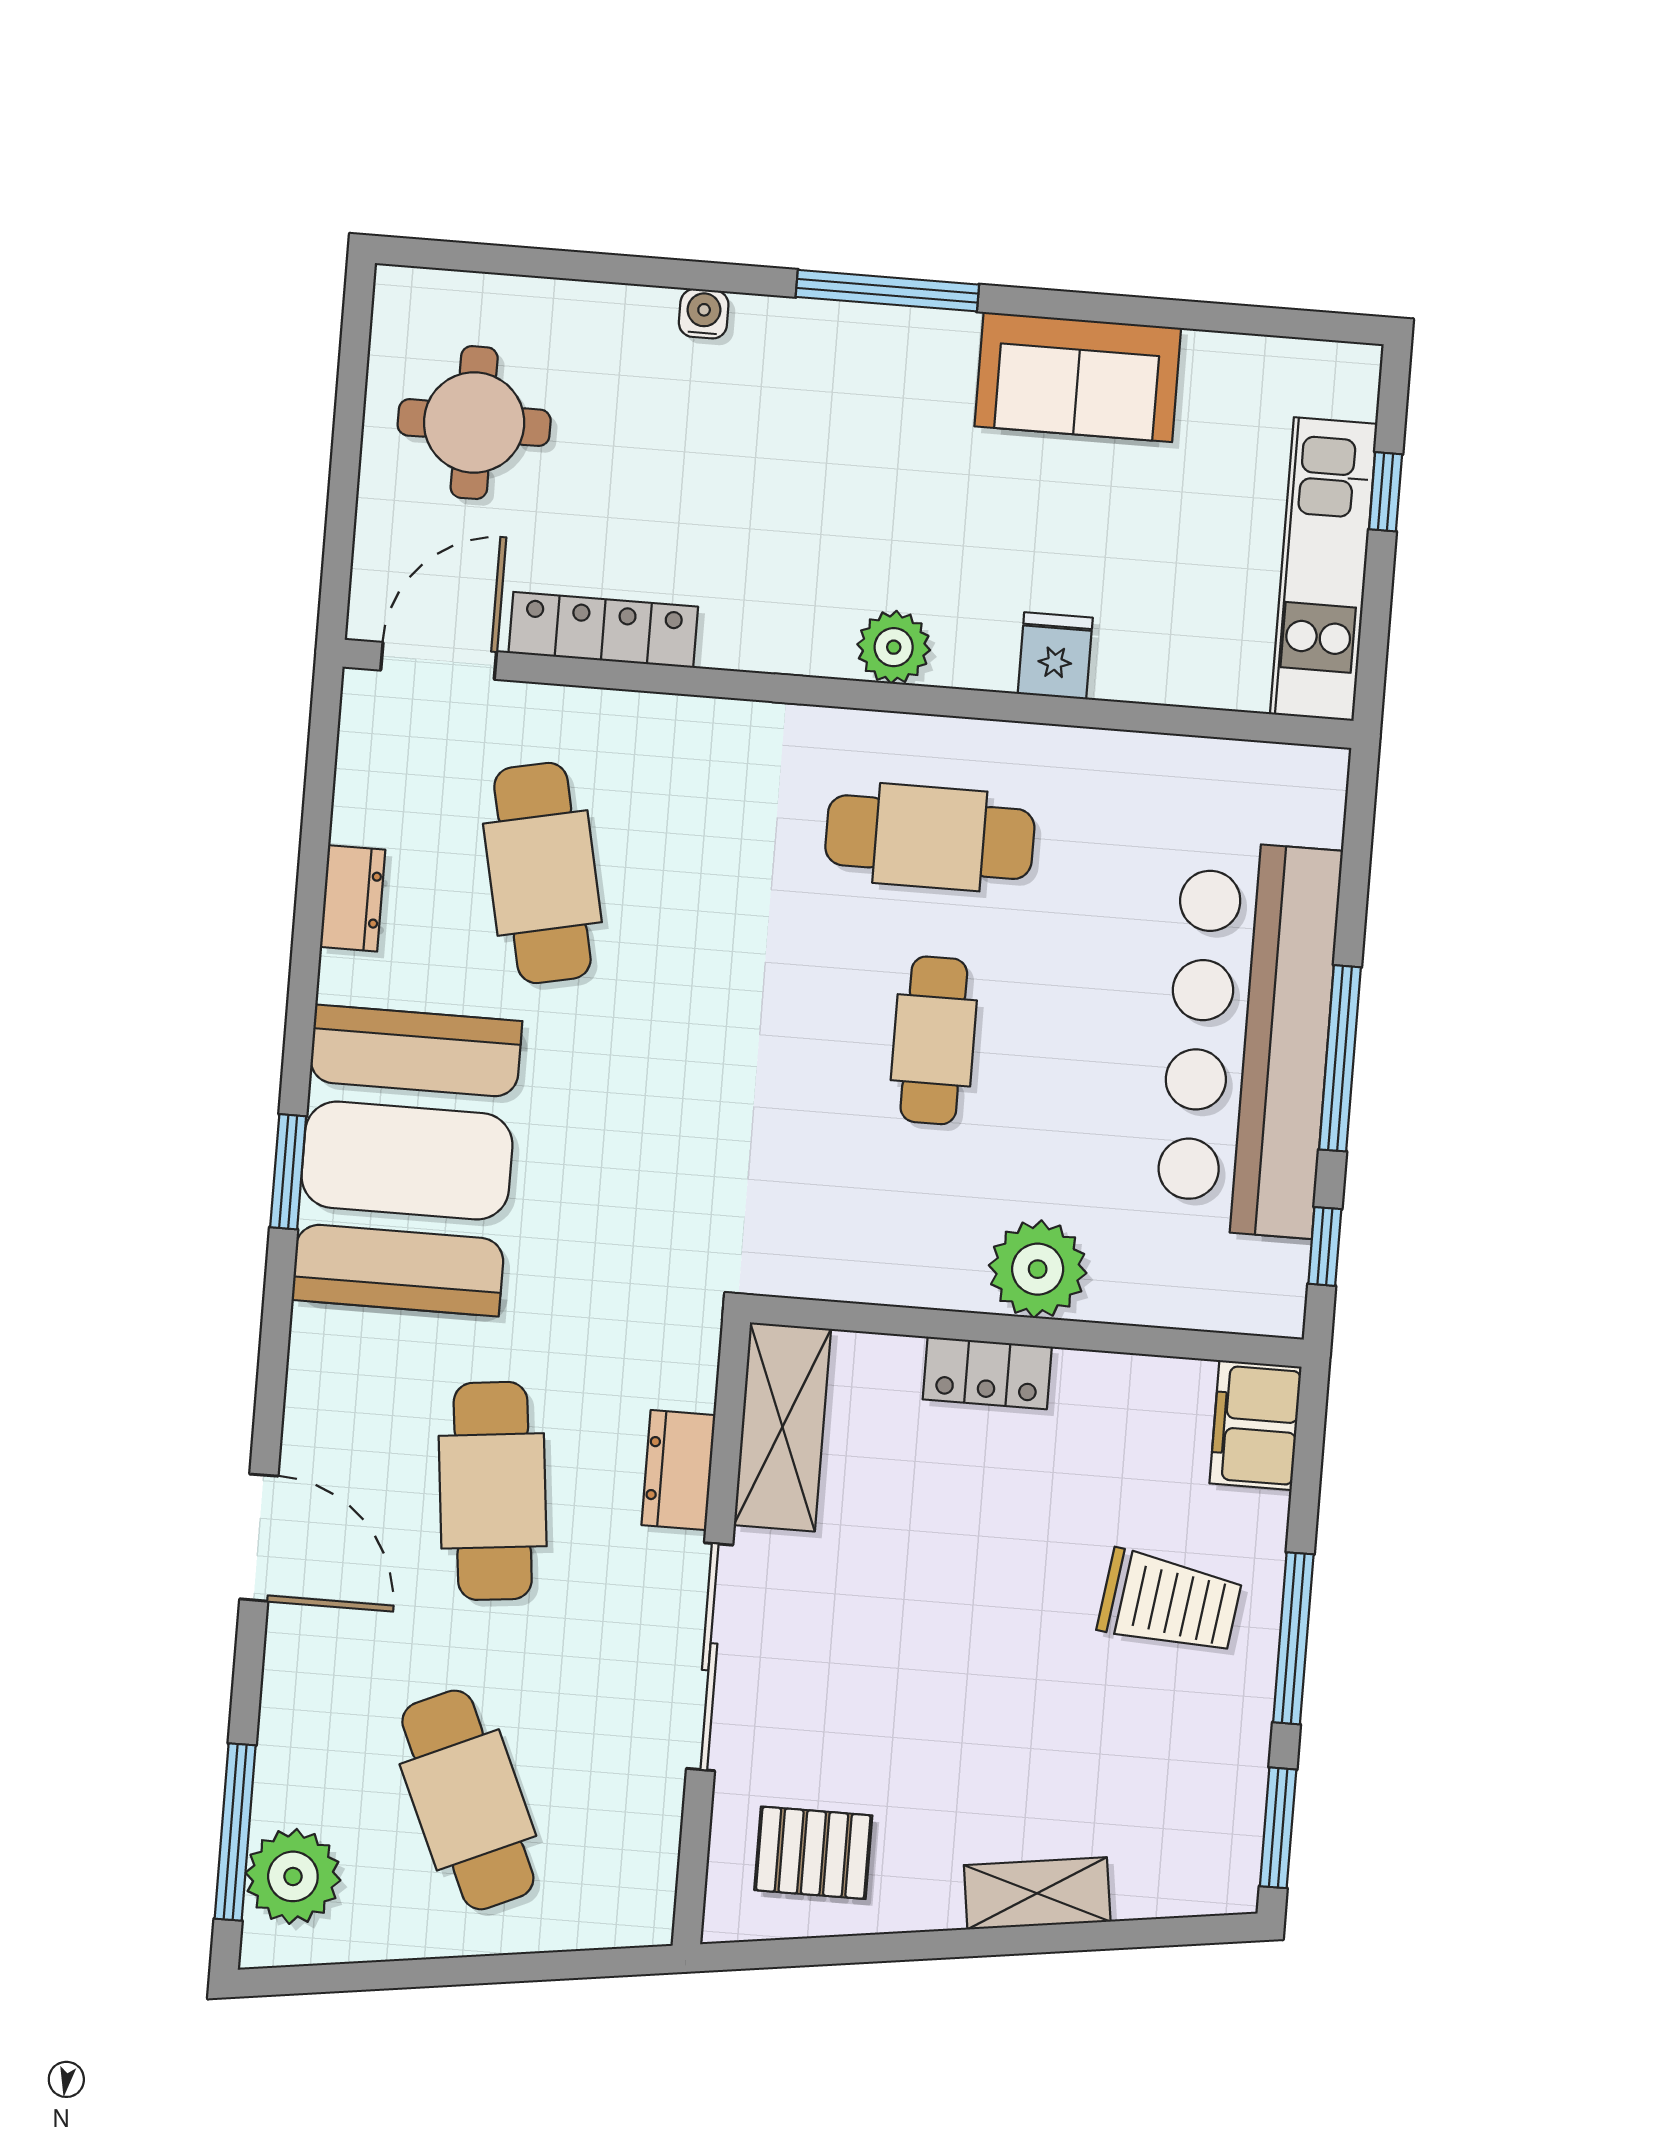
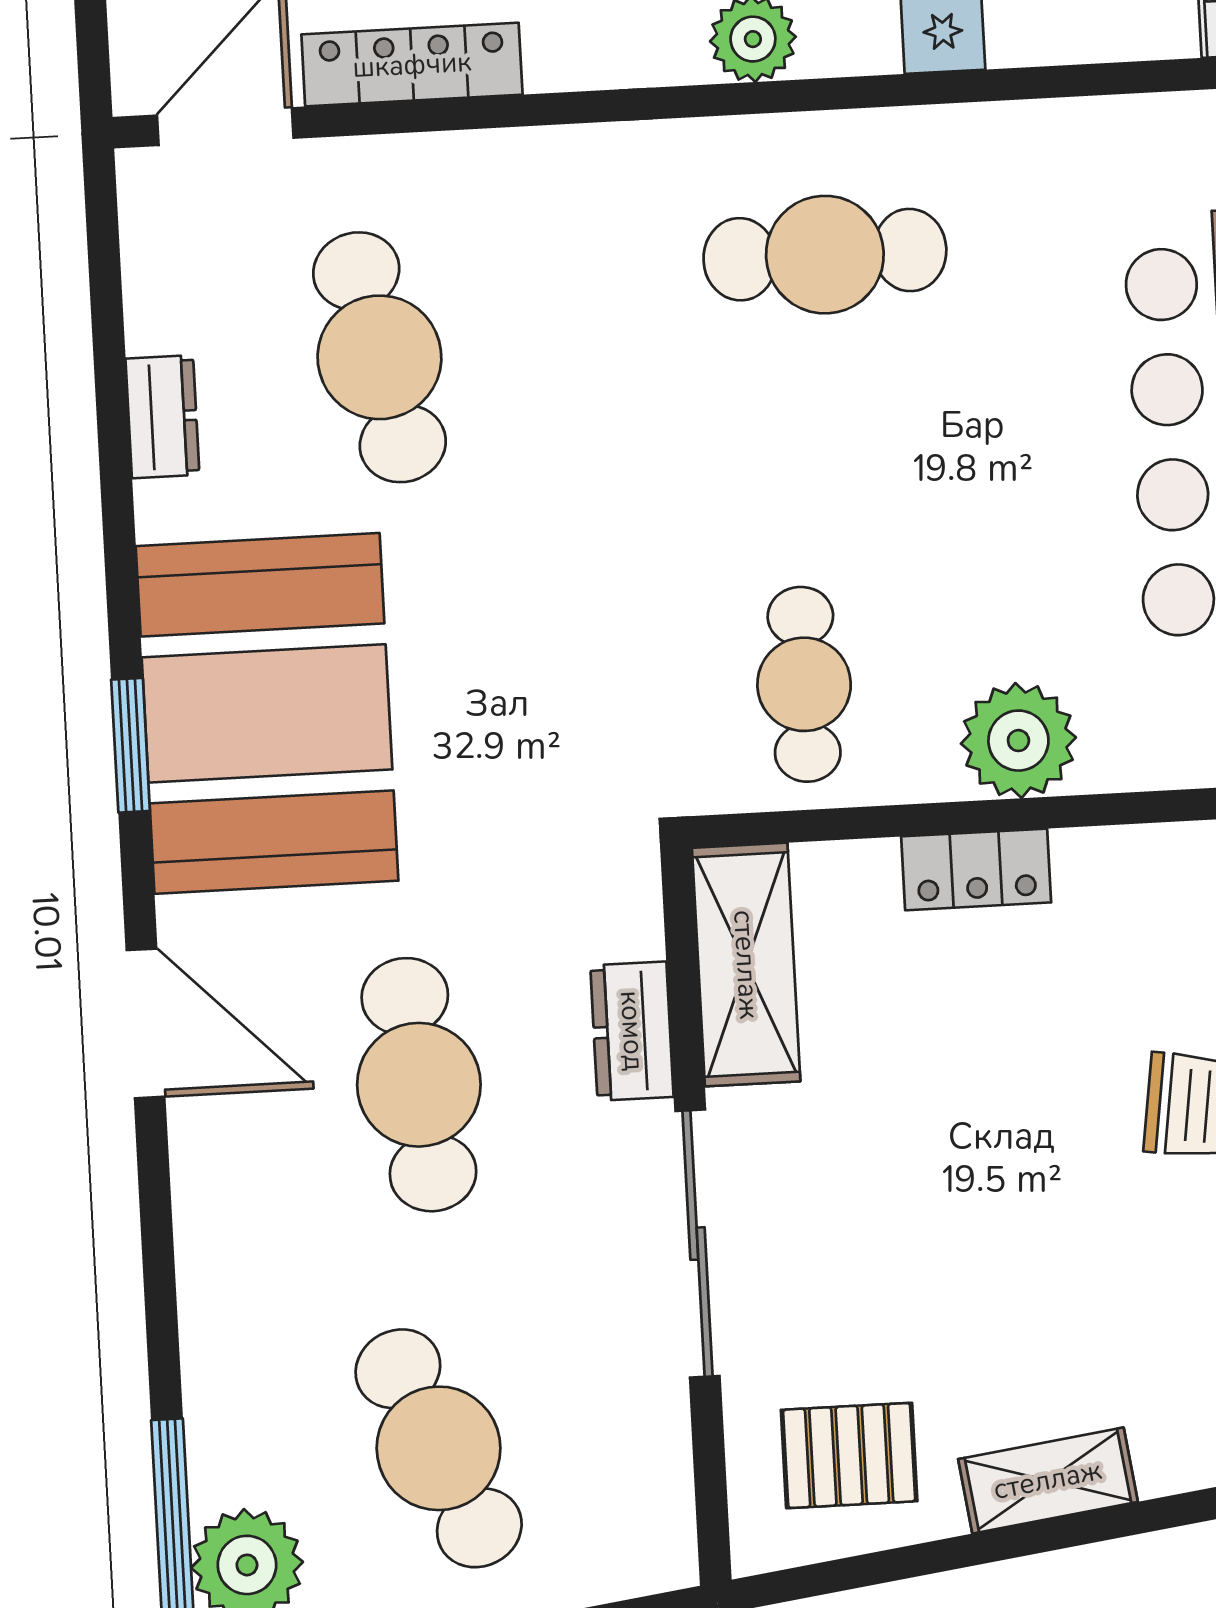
cafe table: (934, 1040) -> (804, 684), moved
door: (259, 1538) -> (146, 1023), moved
shelving: (1037, 1893) -> (1048, 1480), moved

